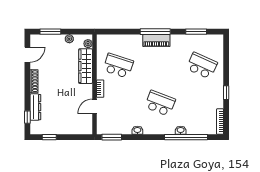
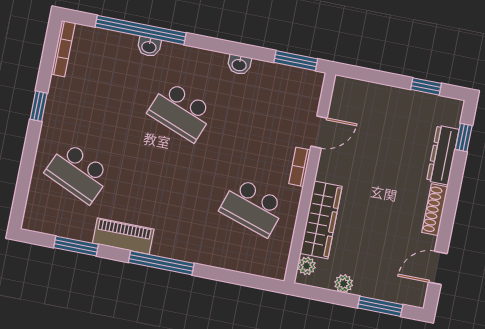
piano: (156, 41) -> (123, 236), moved

